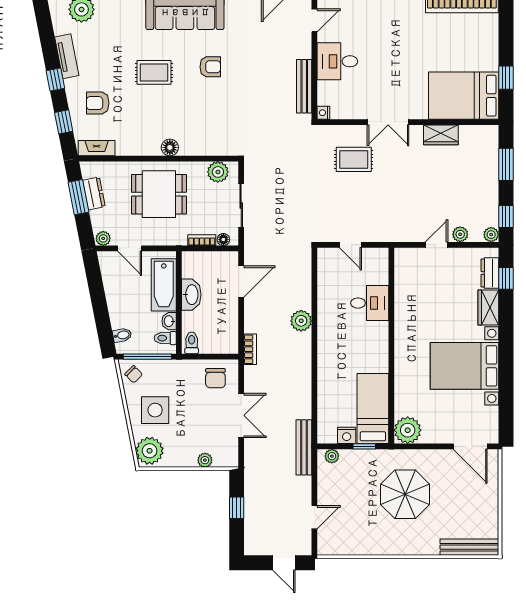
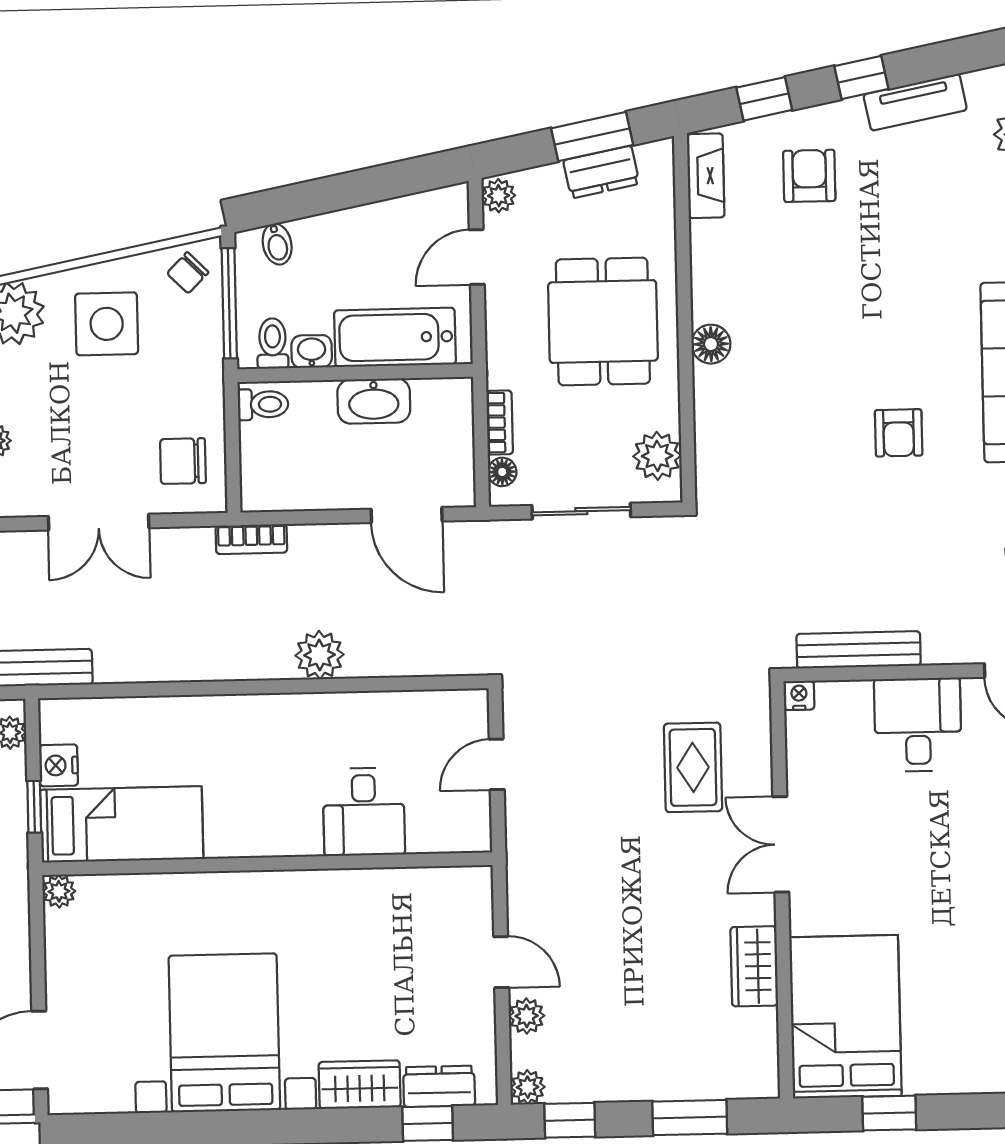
rug: (154, 72) -> (883, 304), removed
plant: (408, 430) -> (59, 891), width x0.53, depth x0.53

